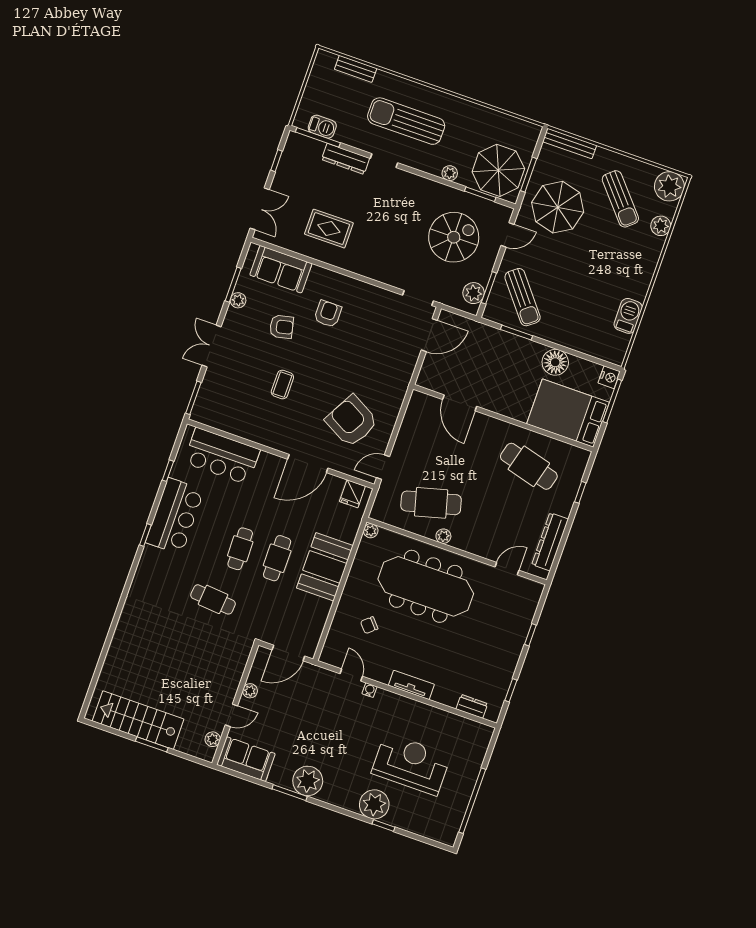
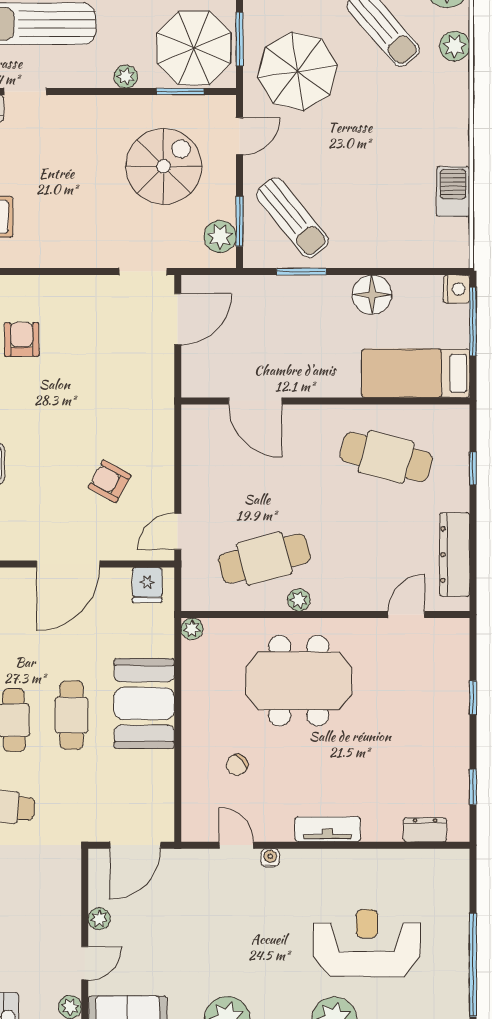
bed: (568, 413) -> (416, 373), width x0.67
armchair: (352, 421) -> (110, 481), width x0.53, depth x0.53
meeting table: (426, 586) -> (299, 681), width x0.73

